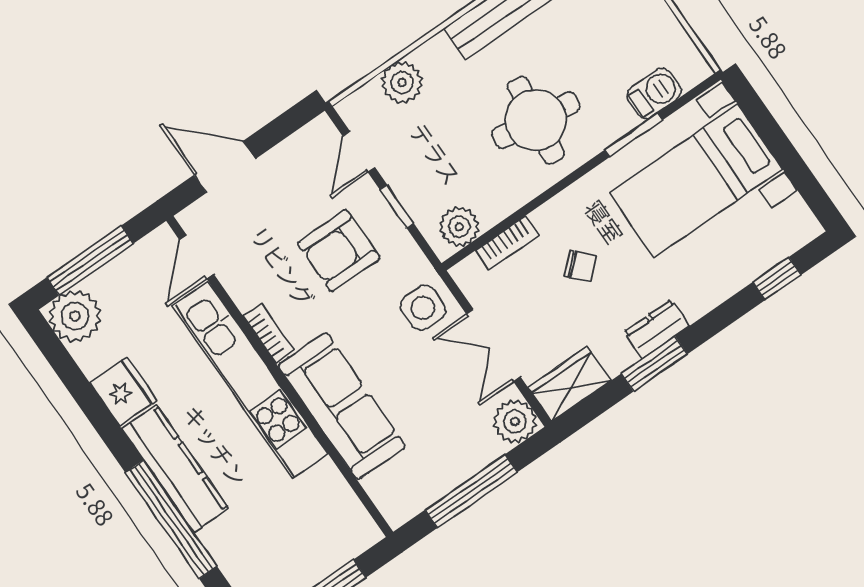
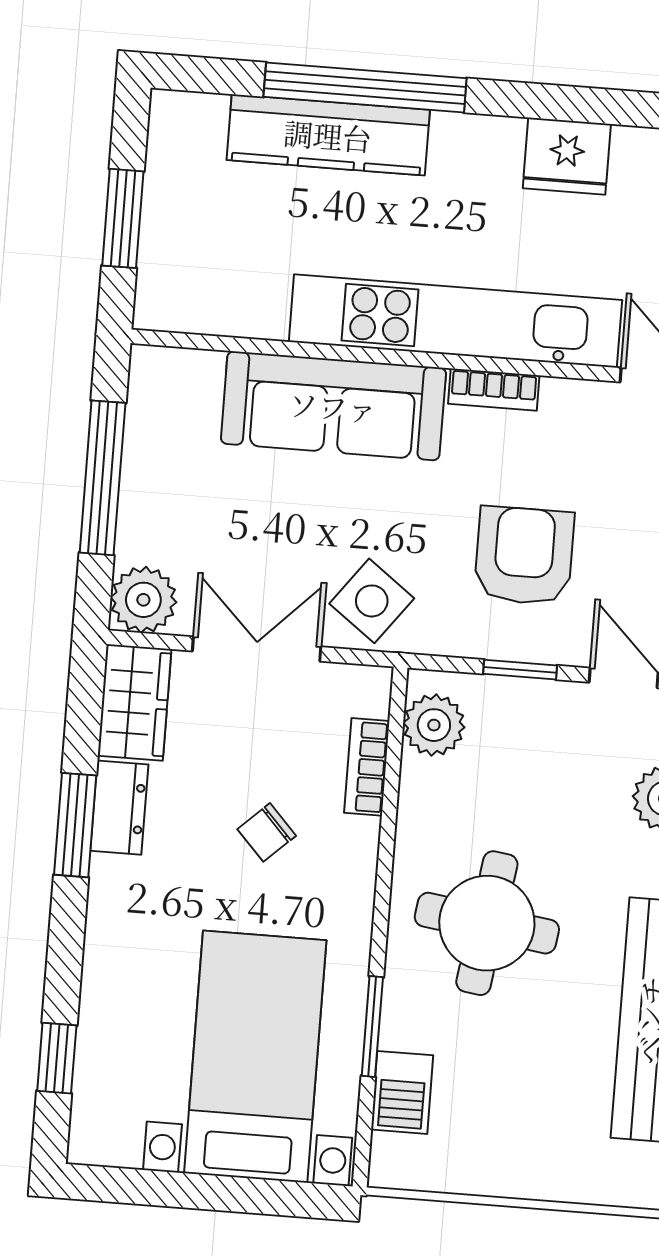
side table: (423, 308) -> (372, 601), turned 37
dresser: (657, 329) -> (119, 808), moved
kitchen counter: (175, 469) -> (328, 135), moved

